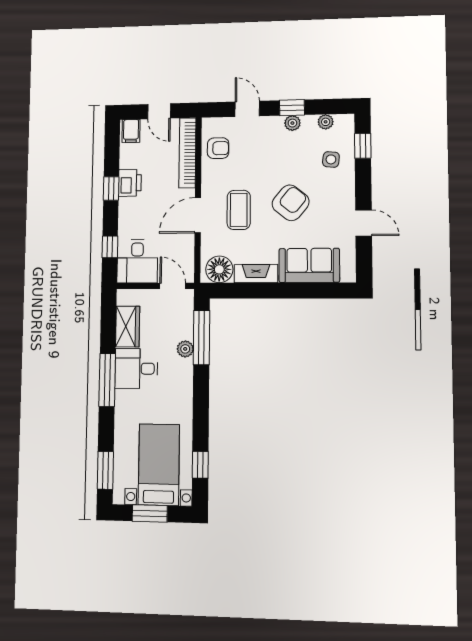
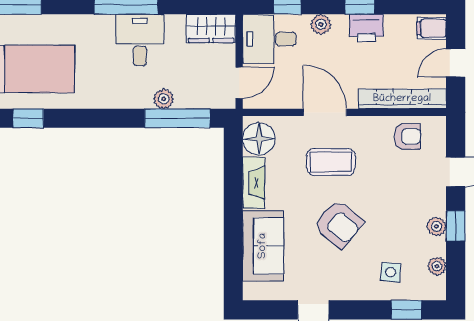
armchair: (218, 148) -> (407, 136), turned -90
plant: (126, 220) -> (321, 24), added
wardrobe: (128, 327) -> (211, 28), moved

